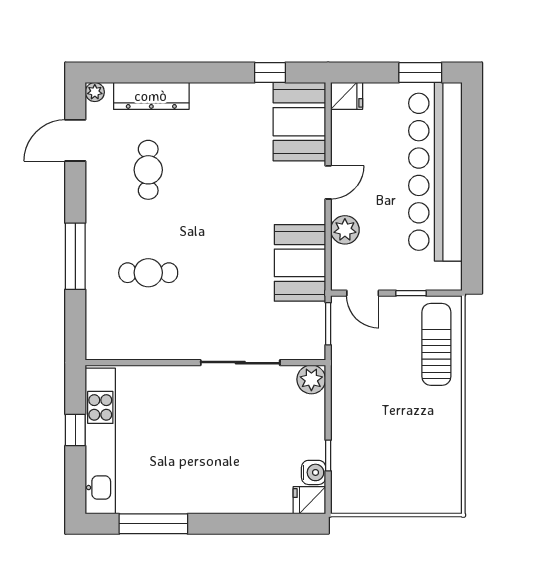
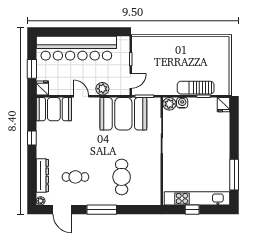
window: (270, 73) -> (32, 138), moved
window: (420, 73) -> (32, 69), moved
window: (75, 256) -> (102, 210), moved
booth: (300, 263) -> (123, 114), width x1.36, depth x1.42
cafe table: (148, 273) -> (122, 177), width x1.37, depth x1.35
sun lounger: (436, 344) -> (196, 88), moved
water cooler: (314, 472) -> (182, 103), moved

